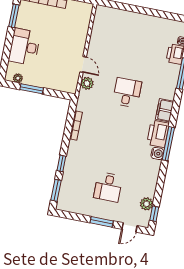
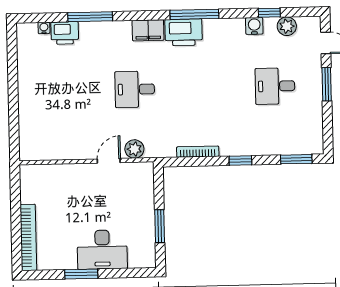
window: (14, 16) -> (81, 274), moved
plant: (18, 78) -> (149, 249), removed
water cooler: (157, 153) -> (254, 26), moved
window: (61, 163) -> (240, 160), moved
desk: (108, 187) -> (275, 86), turned 180
window: (154, 214) -> (269, 13), moved

